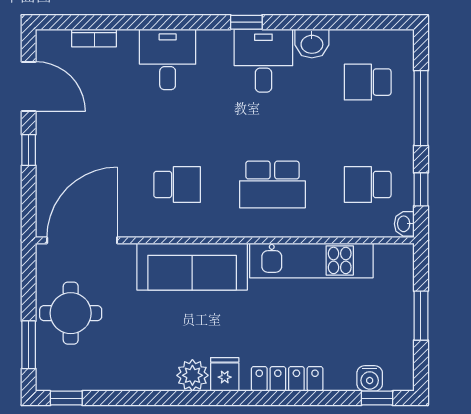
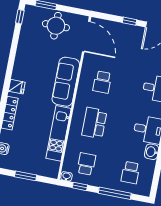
school desk: (368, 82) -> (130, 173), turned 180
plant: (192, 375) -> (19, 73), removed

